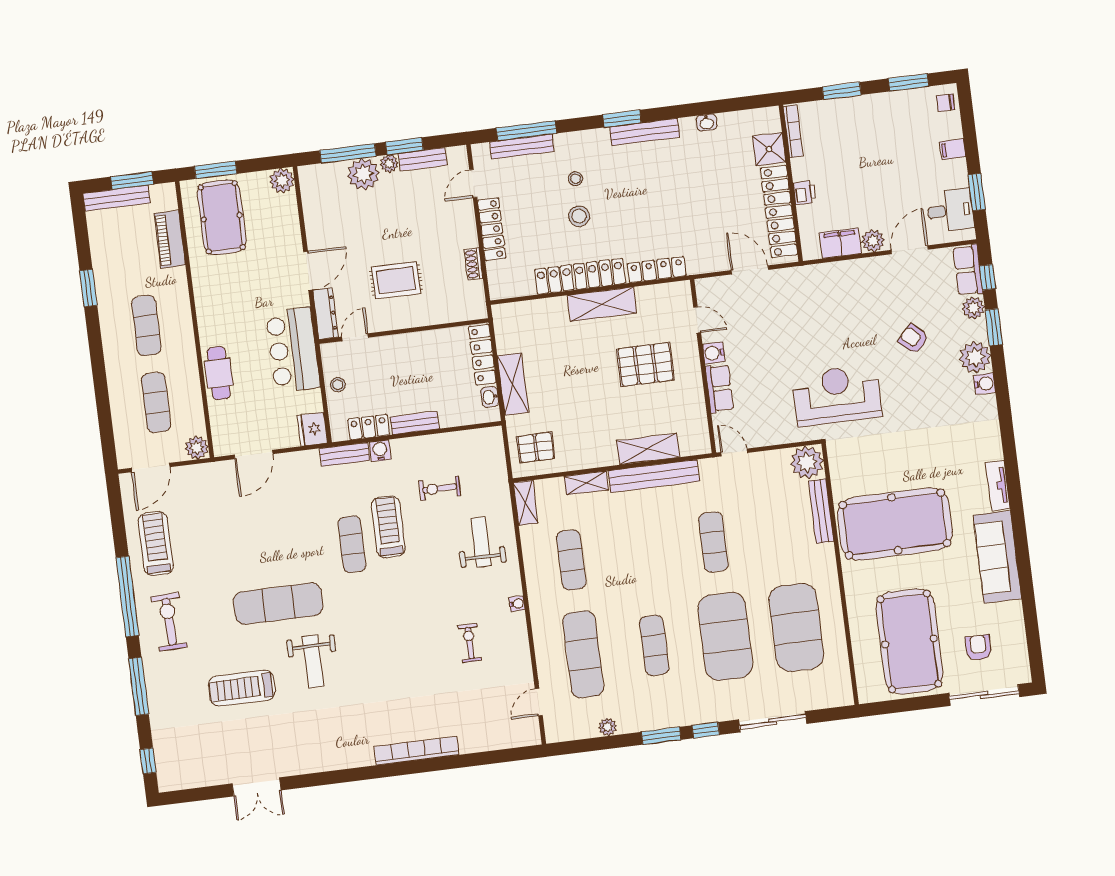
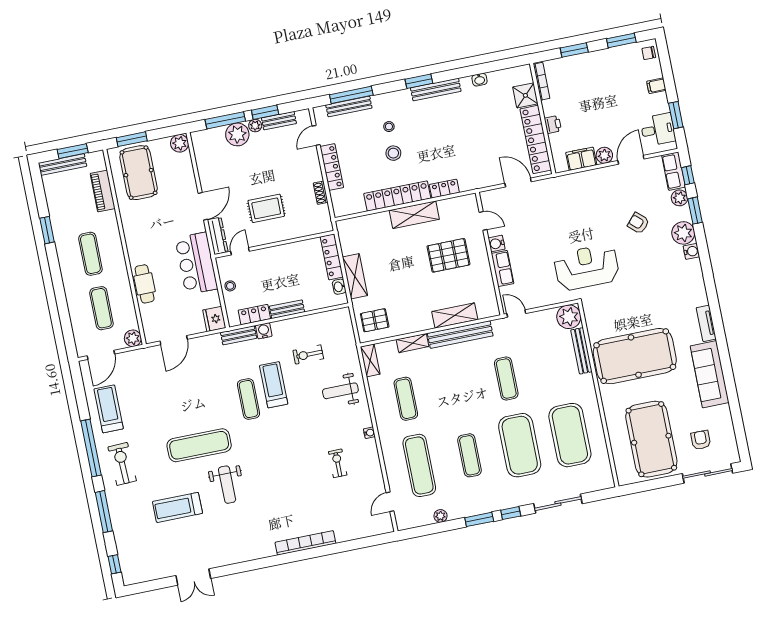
locker: (657, 270) -> (444, 189), width x0.66
weight bench: (481, 542) -> (340, 391), turned -90

